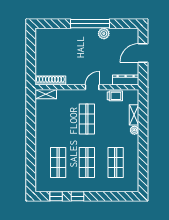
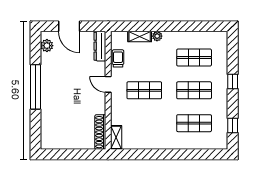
plant: (104, 34) -> (47, 46), moved
window: (77, 196) -> (233, 82), moved

